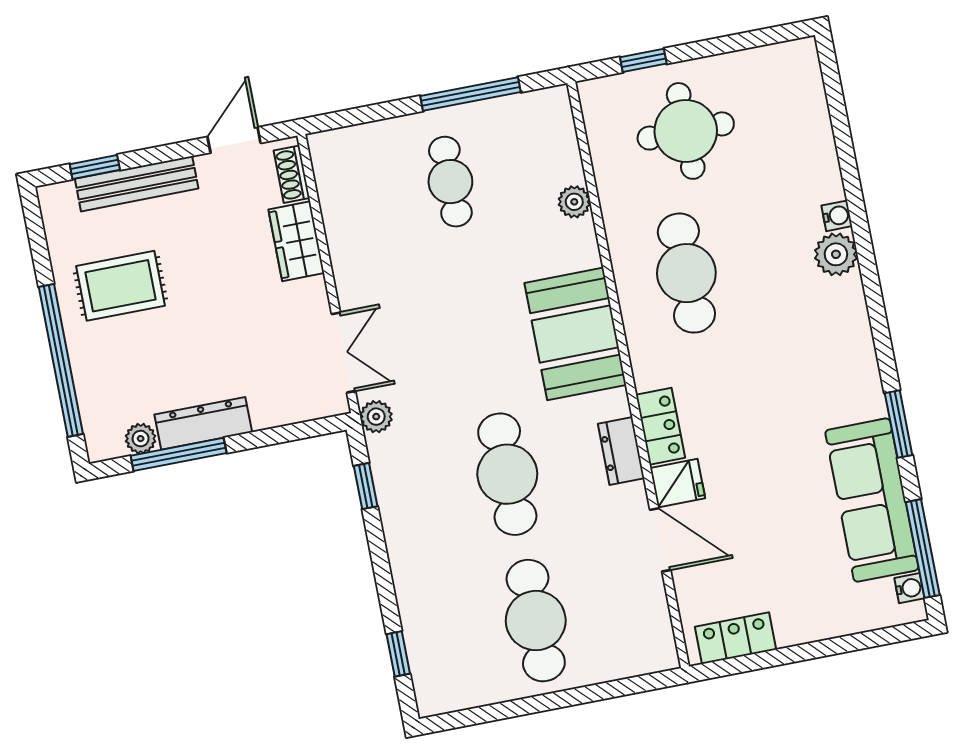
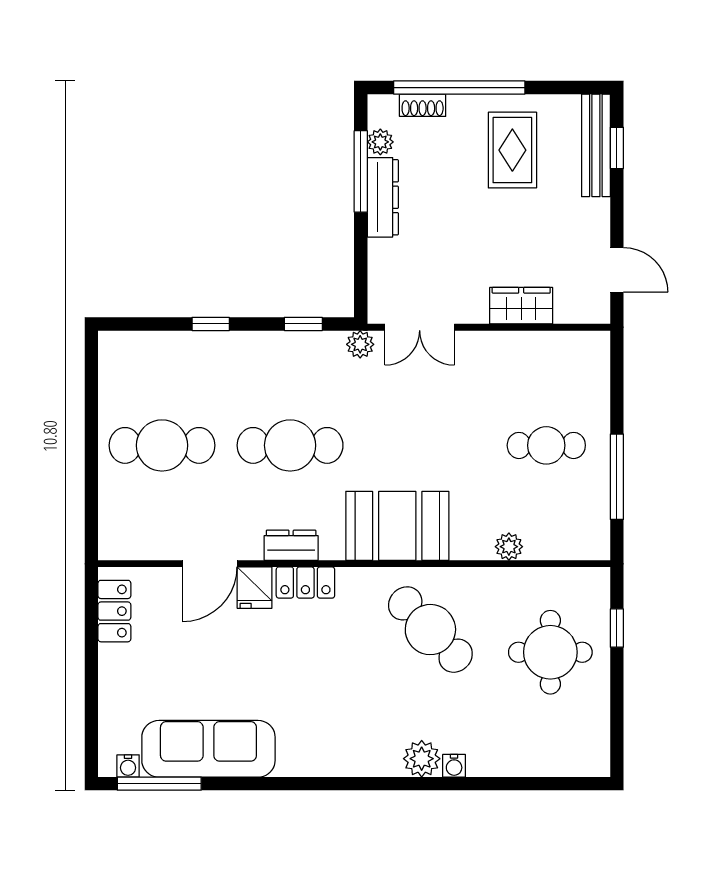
shoe rack: (292, 174) -> (423, 105), moved, turned 180
bench: (137, 184) -> (596, 145), moved
cafe table: (686, 273) -> (430, 630), turned 46
window: (899, 424) -> (268, 784), removed
window: (398, 654) -> (211, 324), moved

